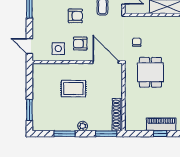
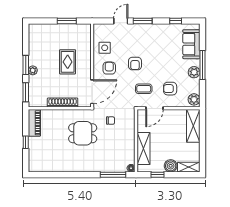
door: (29, 46) -> (121, 21), moved
window: (29, 110) -> (67, 21), moved
shoe rack: (117, 115) -> (63, 103), moved
piano: (161, 124) -> (34, 123), moved
window: (65, 134) -> (26, 65), moved

